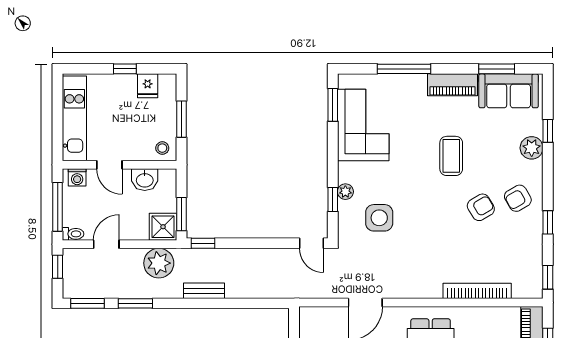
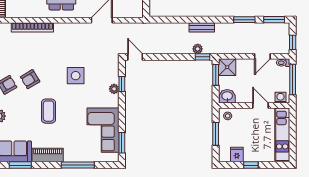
washbasin: (145, 180) -> (227, 96), moved
side table: (379, 218) -> (76, 76), moved
plant: (159, 263) -> (198, 49), moved, width x0.53, depth x0.53

